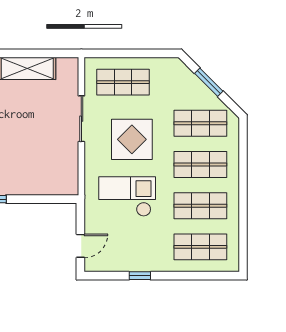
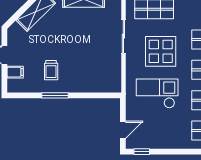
window: (140, 276) -> (142, 152), moved

